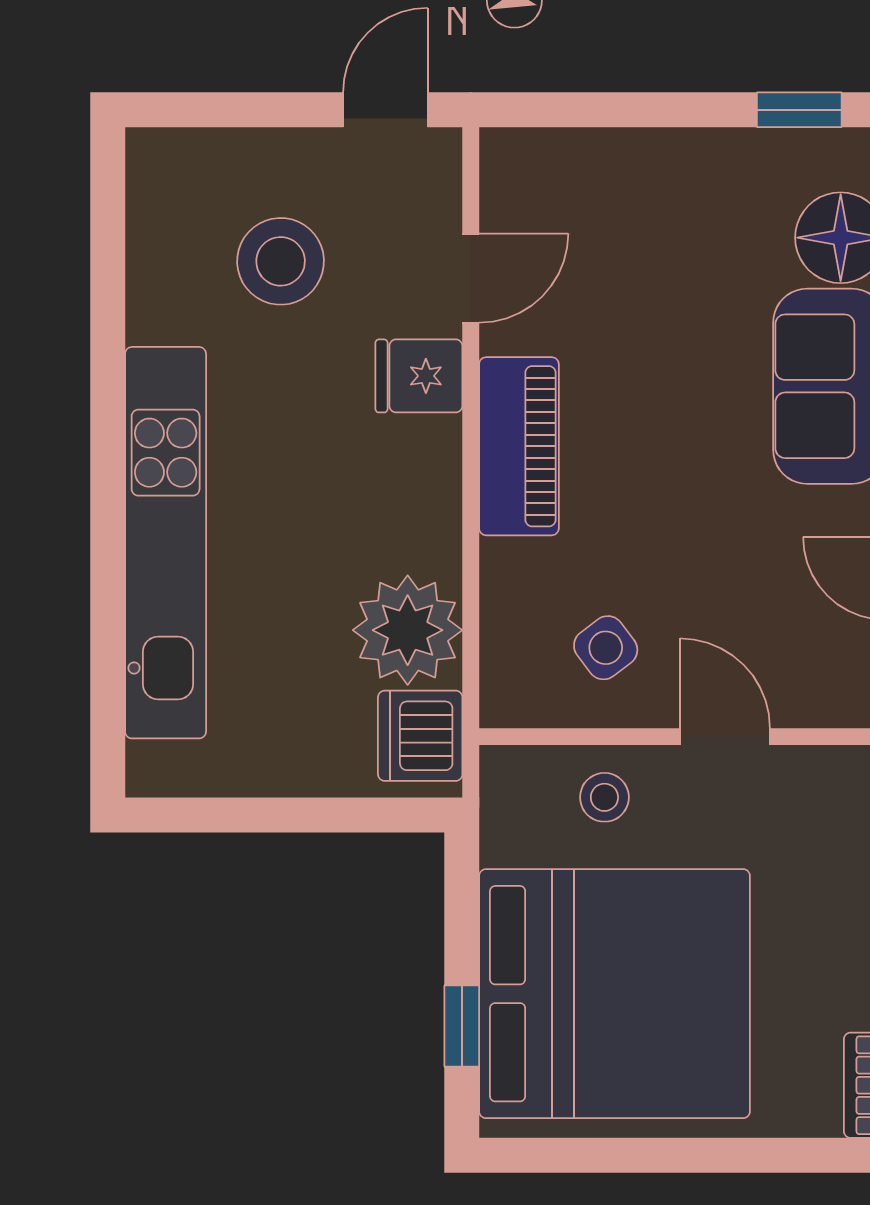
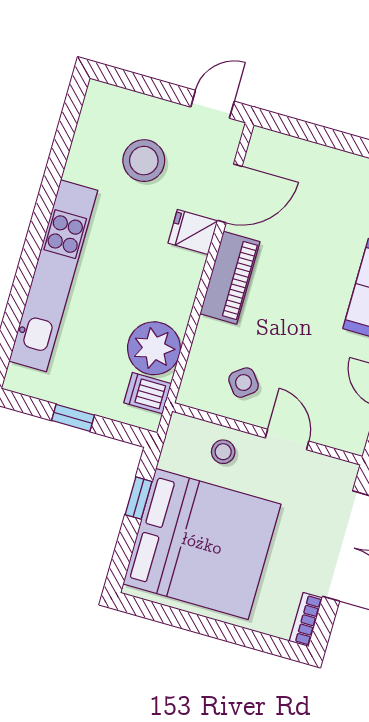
door: (471, 278) -> (230, 193), width x1.38
dishwasher: (420, 736) -> (148, 393), width x0.73
window: (285, 815) -> (73, 418), added
window: (462, 1026) -> (138, 498), moved

